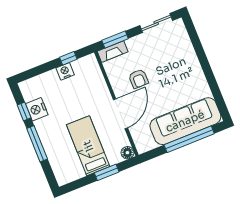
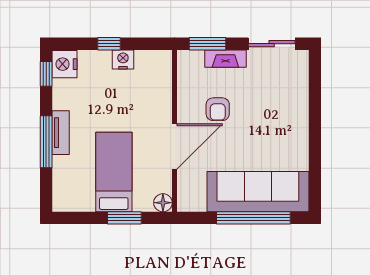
fireplace: (113, 52) -> (225, 59), moved
window: (68, 58) -> (109, 44), moved
nightstand: (37, 109) -> (65, 64), moved
window: (24, 111) -> (46, 74), moved
tv unit: (44, 134) -> (61, 133), added

